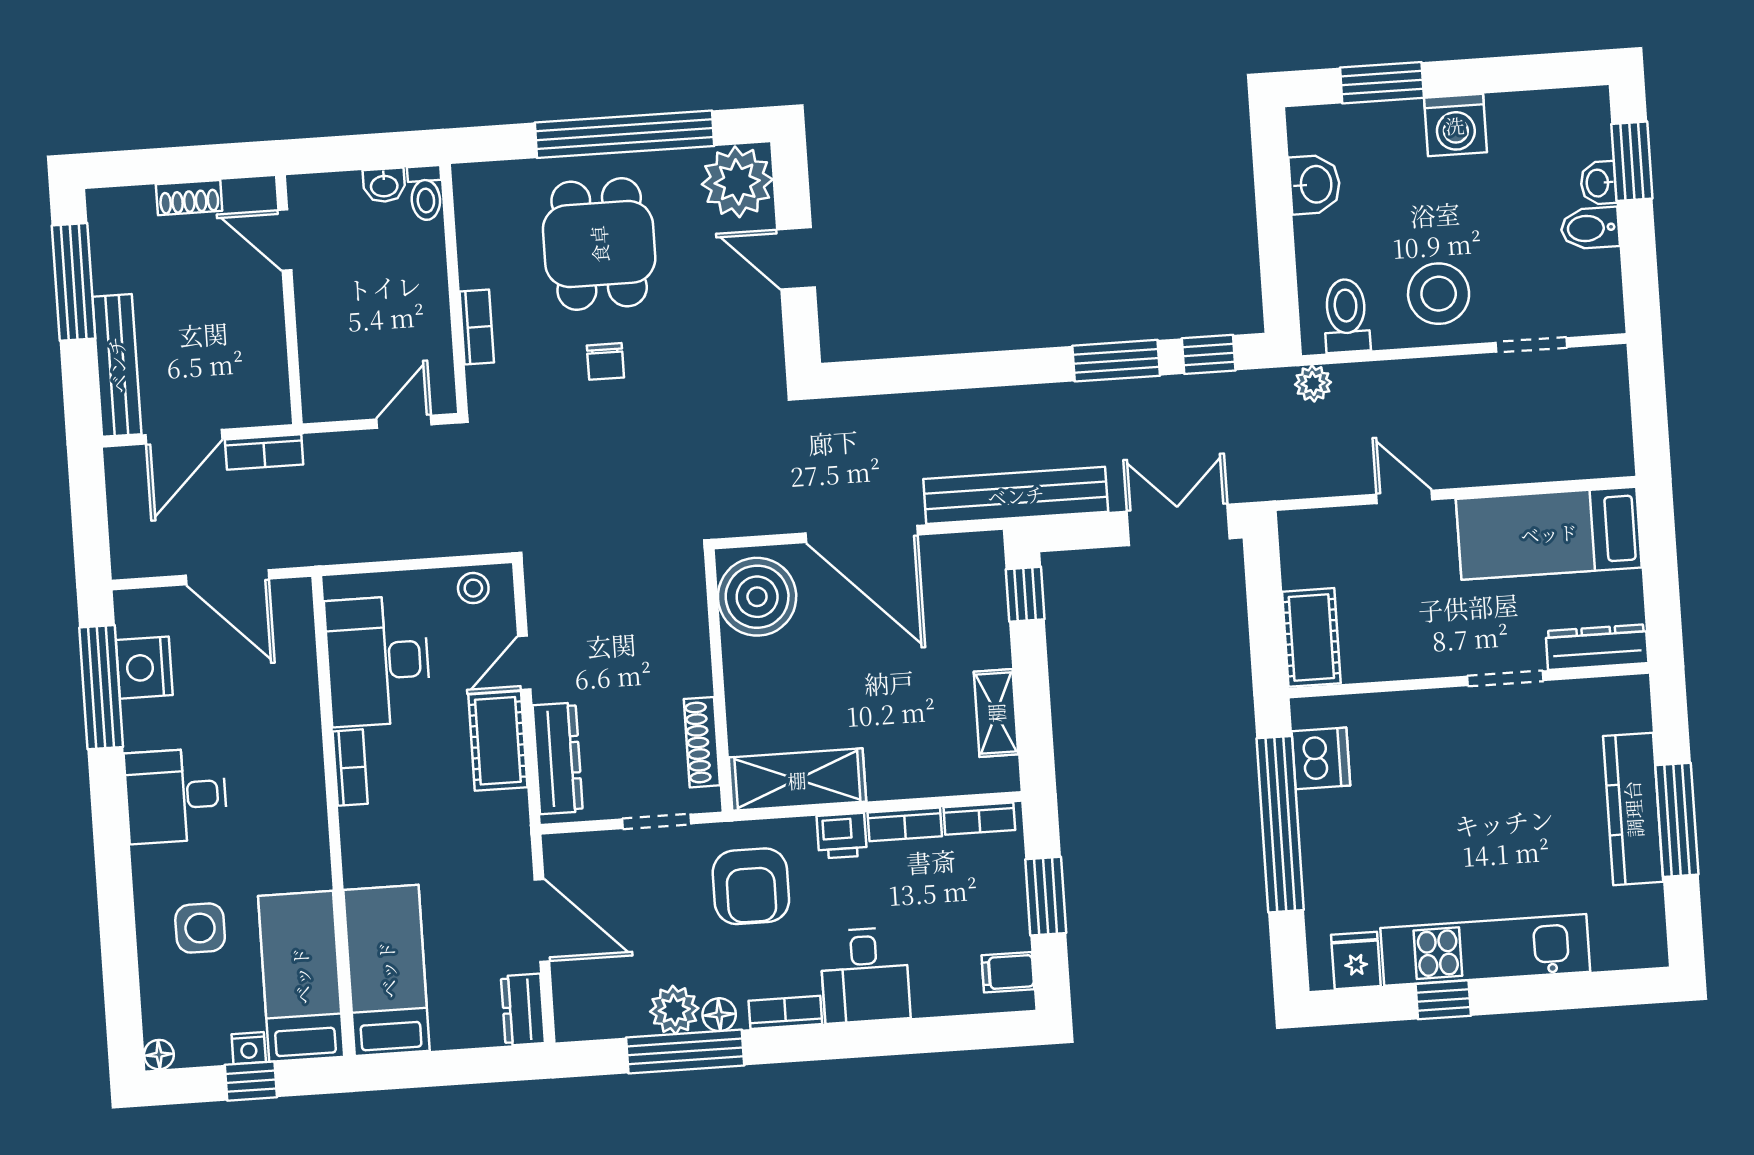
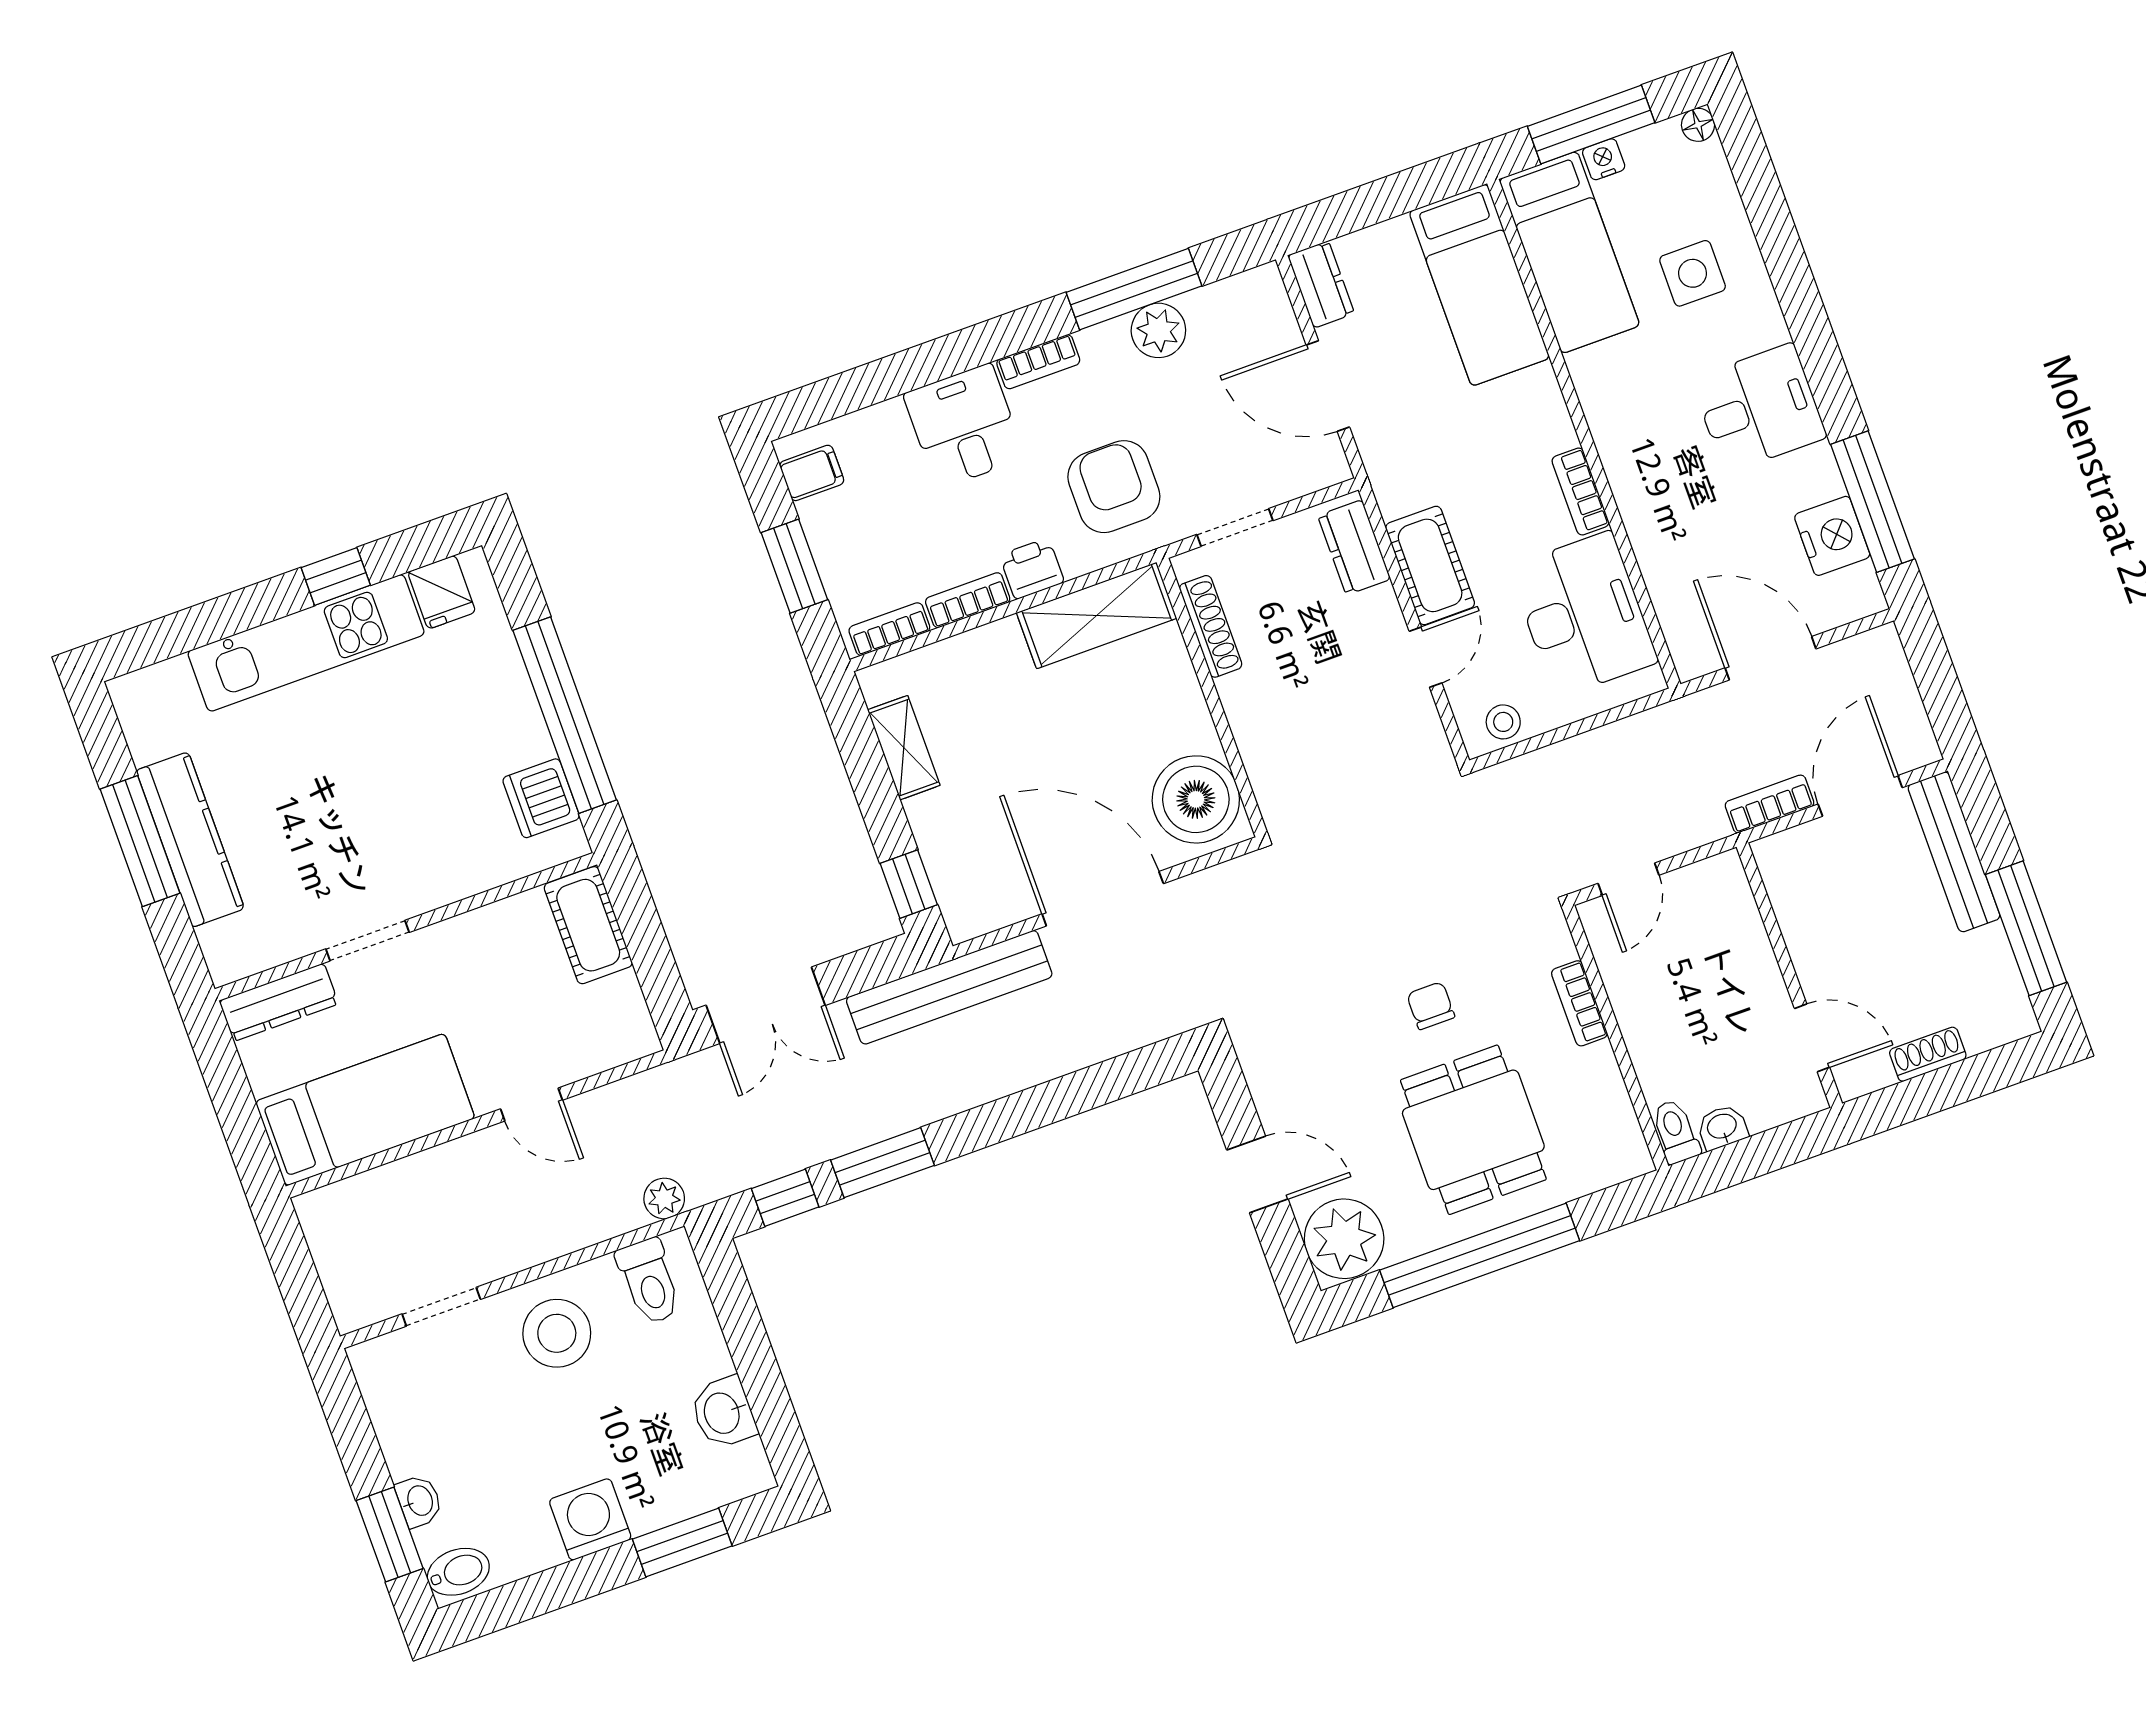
bidet: (1590, 228) -> (458, 1572), moved
dresser: (558, 758) -> (1354, 547), width x0.70
floor lamp: (719, 1015) -> (1109, 339), removed
window: (251, 1081) -> (1591, 125), width x2.17

